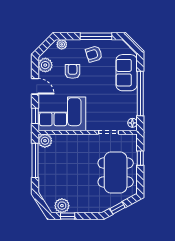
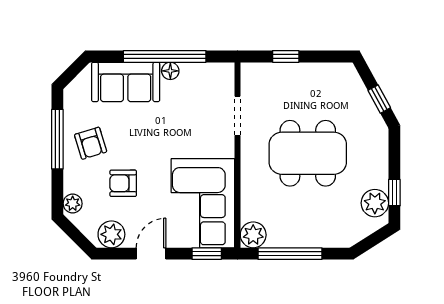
floor lamp: (132, 123) -> (170, 71), moved
dining table: (116, 172) -> (308, 153), moved

